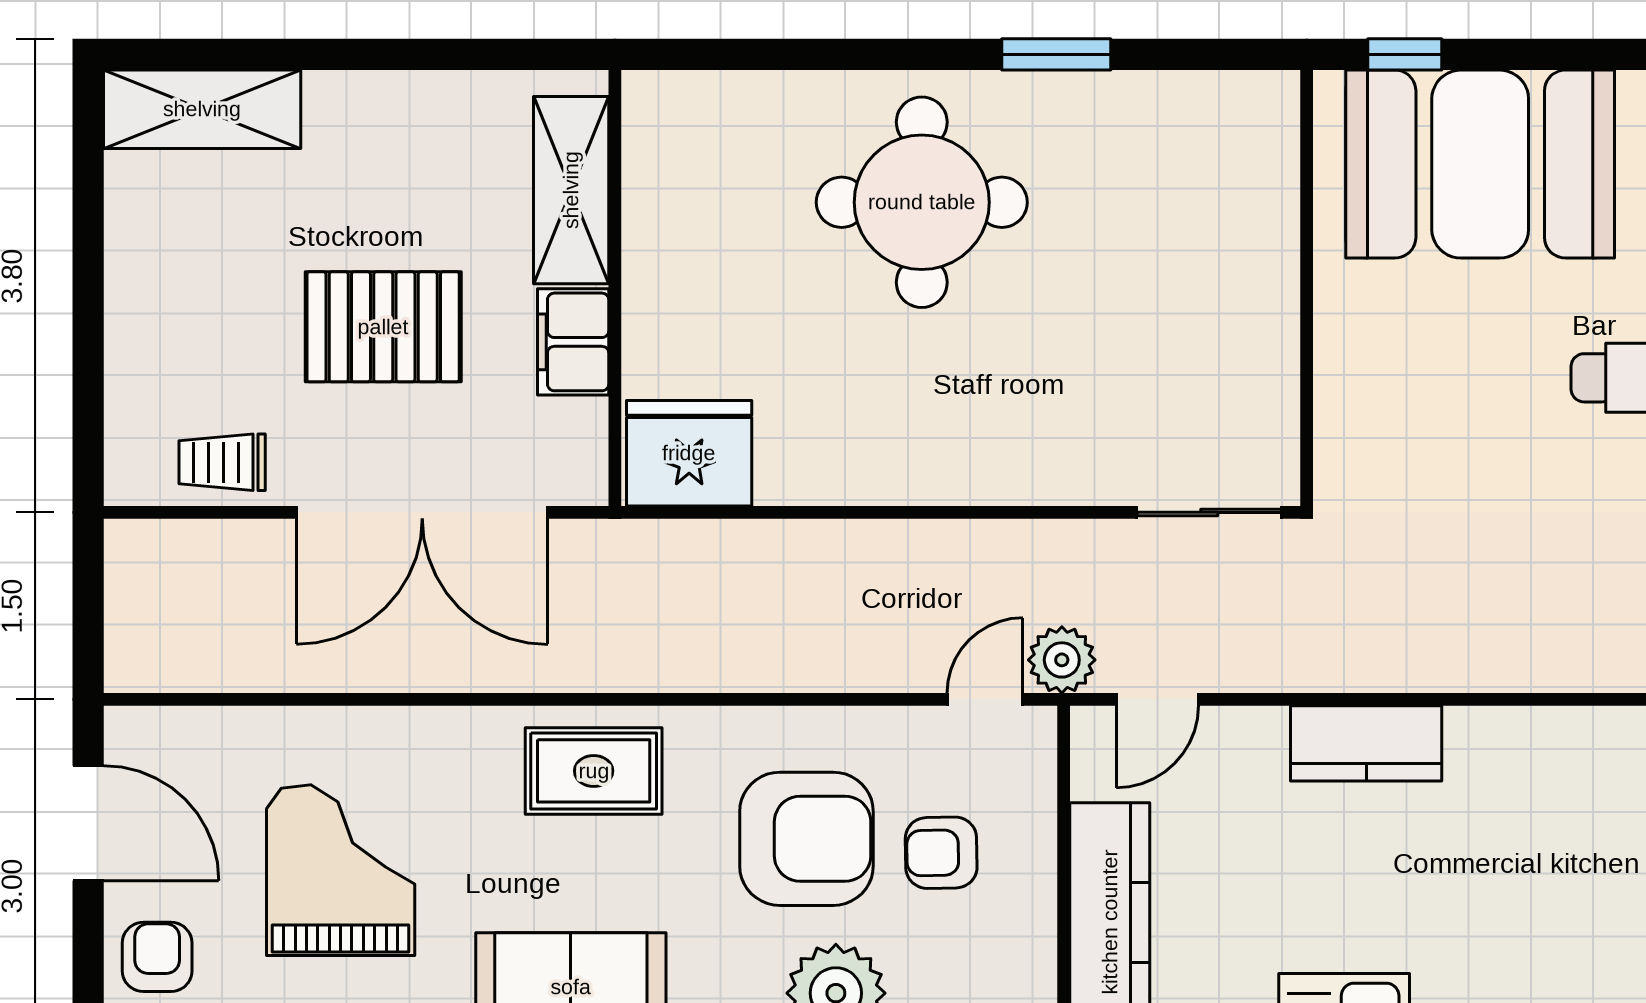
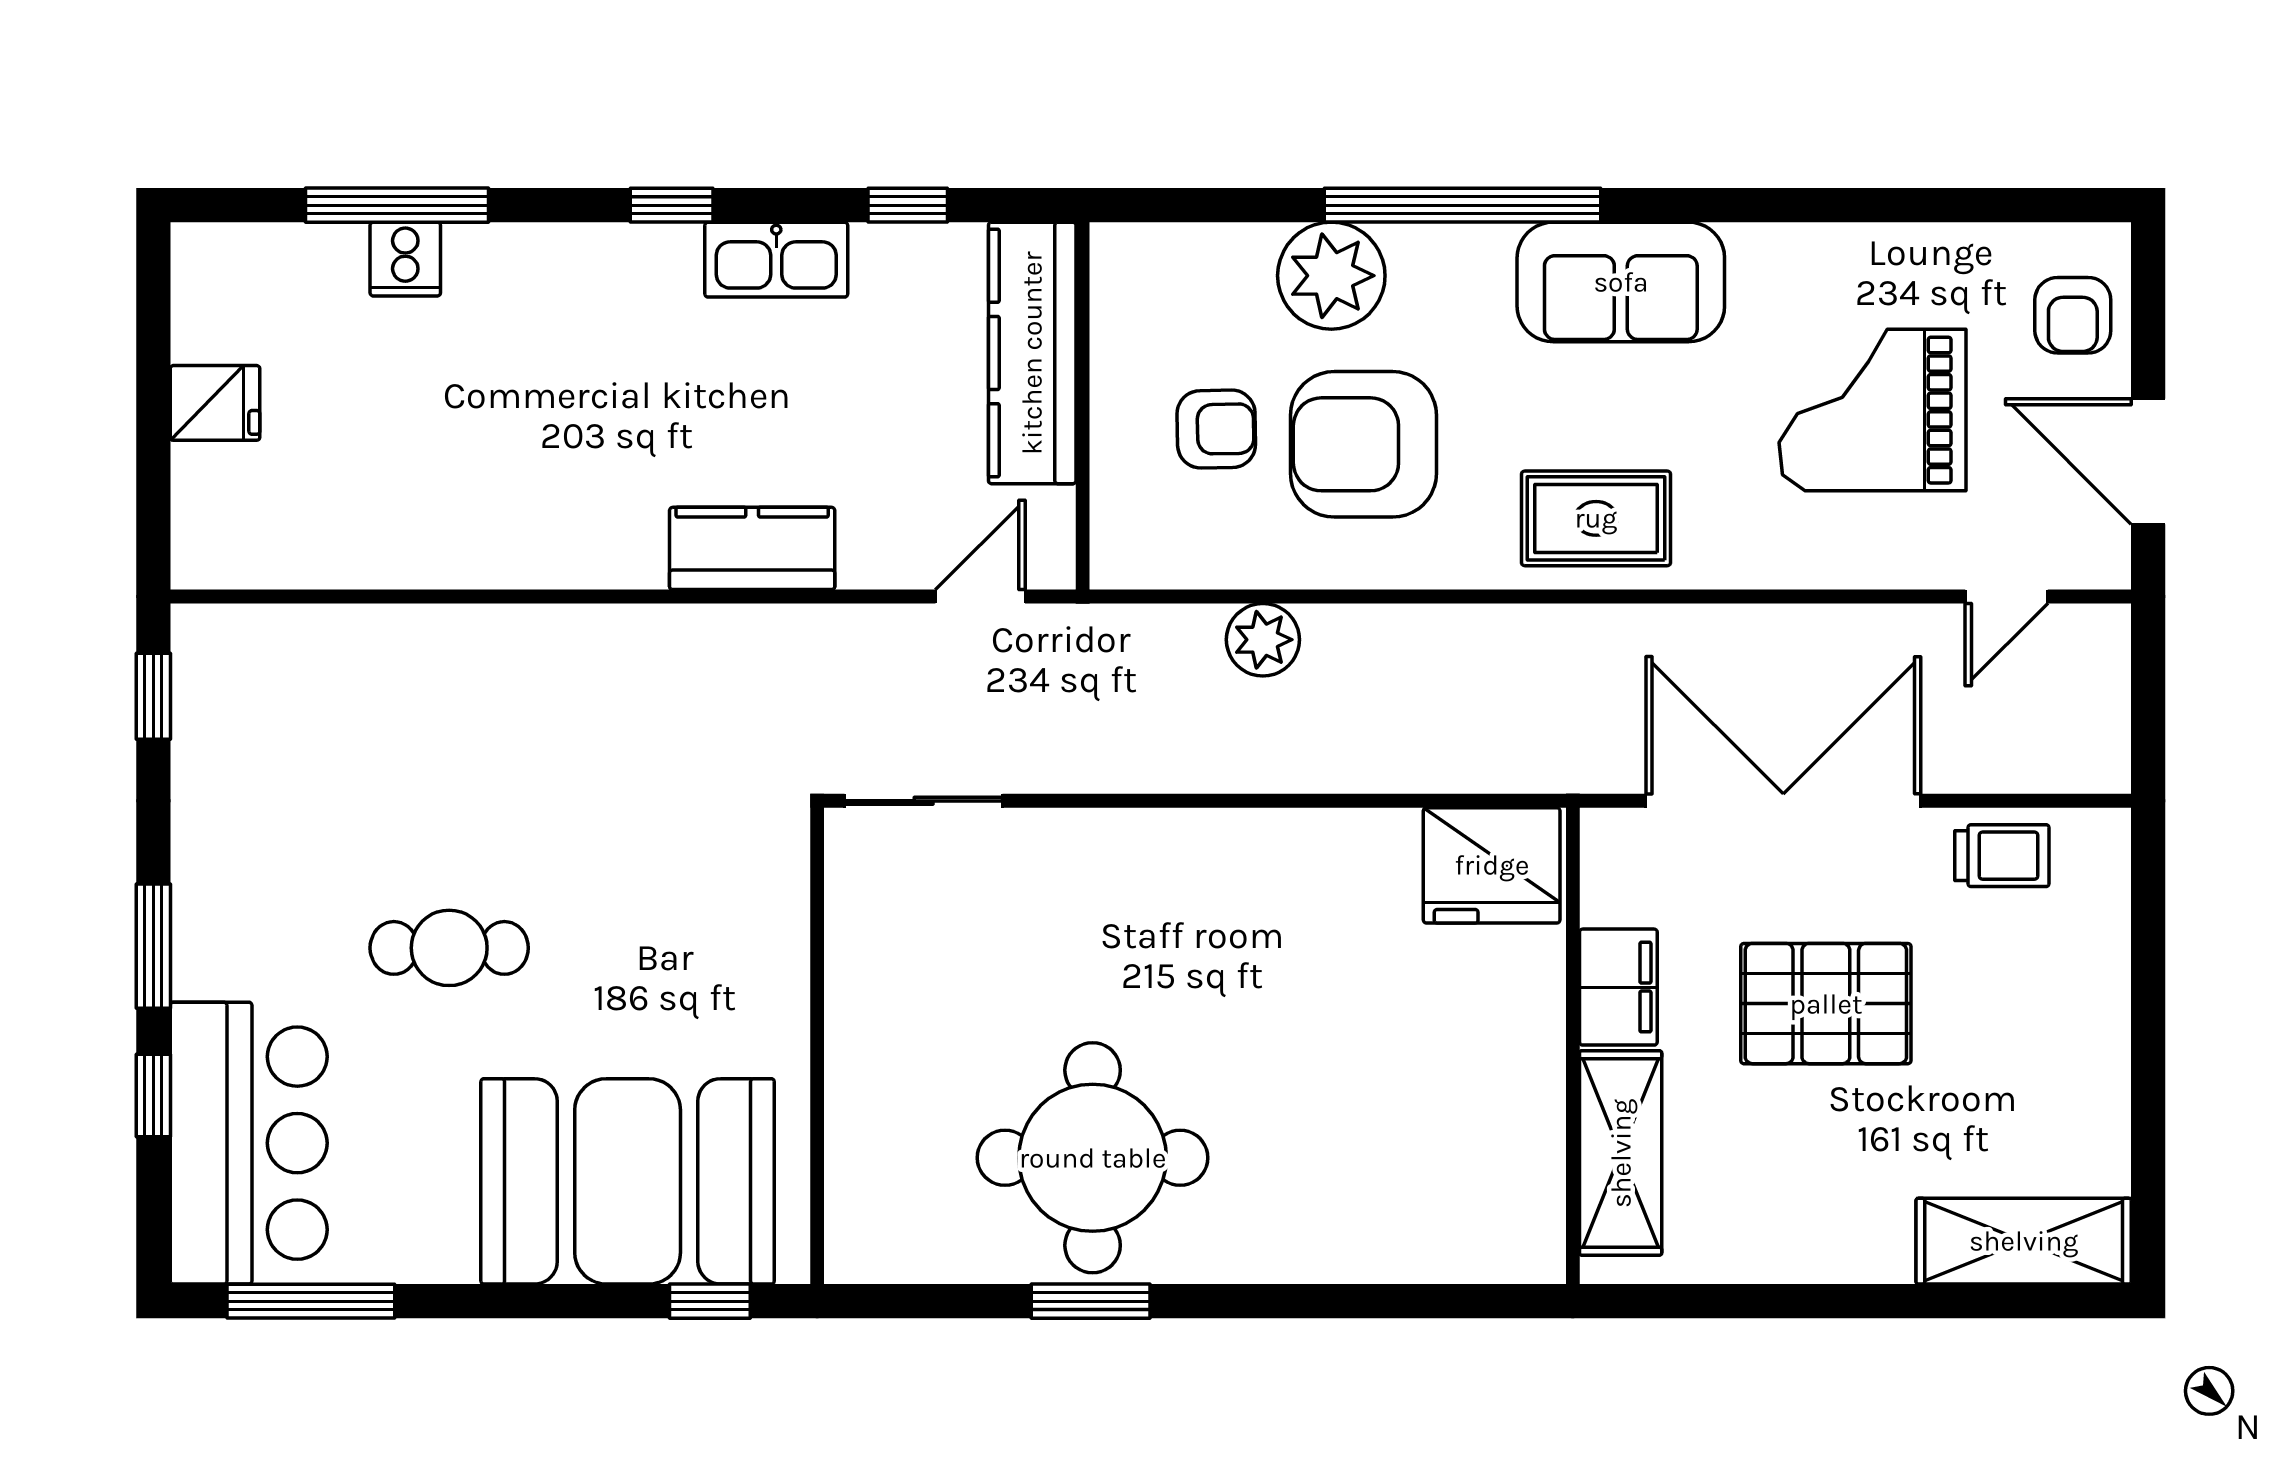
round table: (922, 202) -> (1093, 1158), moved
plant: (1062, 660) -> (1263, 640), moved
door: (985, 699) -> (2007, 597), moved
grand piano: (341, 870) -> (1872, 410), turned 90

